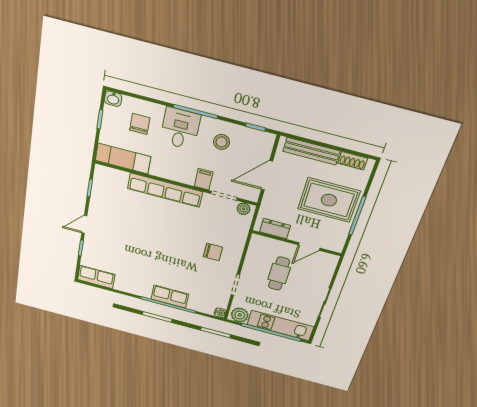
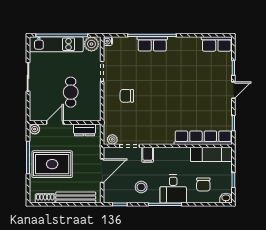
row of seats: (165, 190) -> (203, 138), moved
plant: (337, 246) -> (35, 129), added

